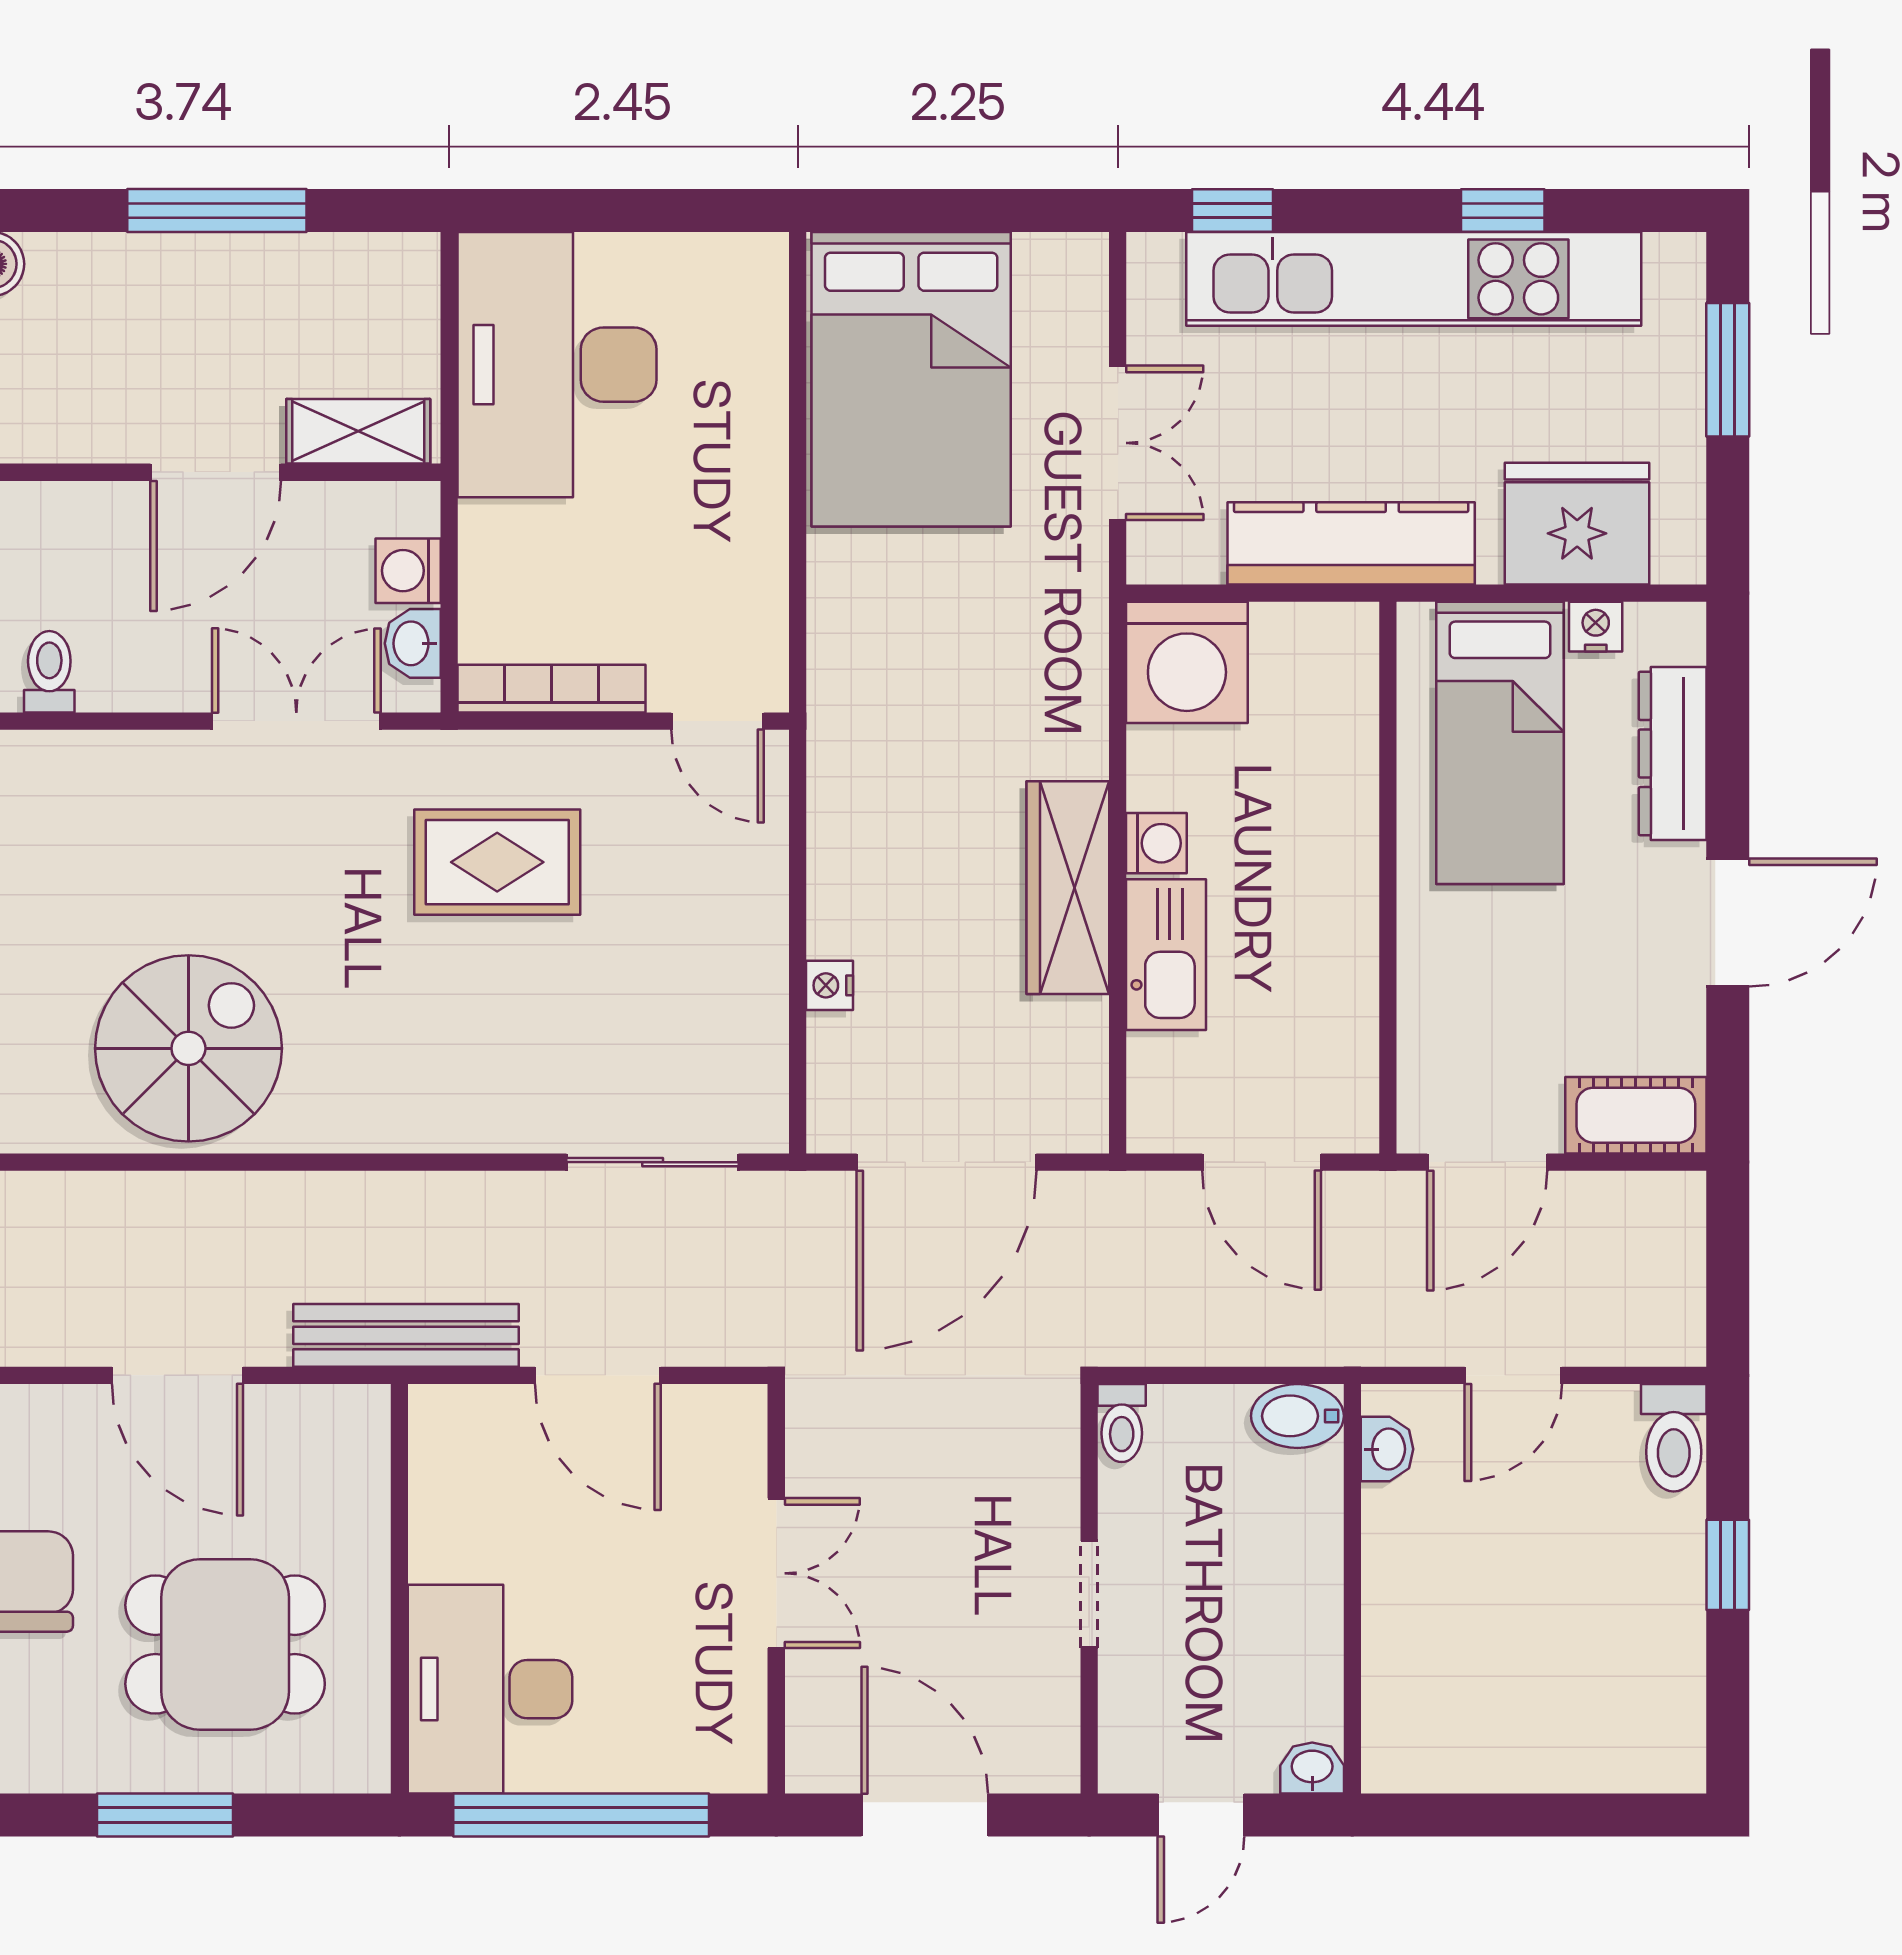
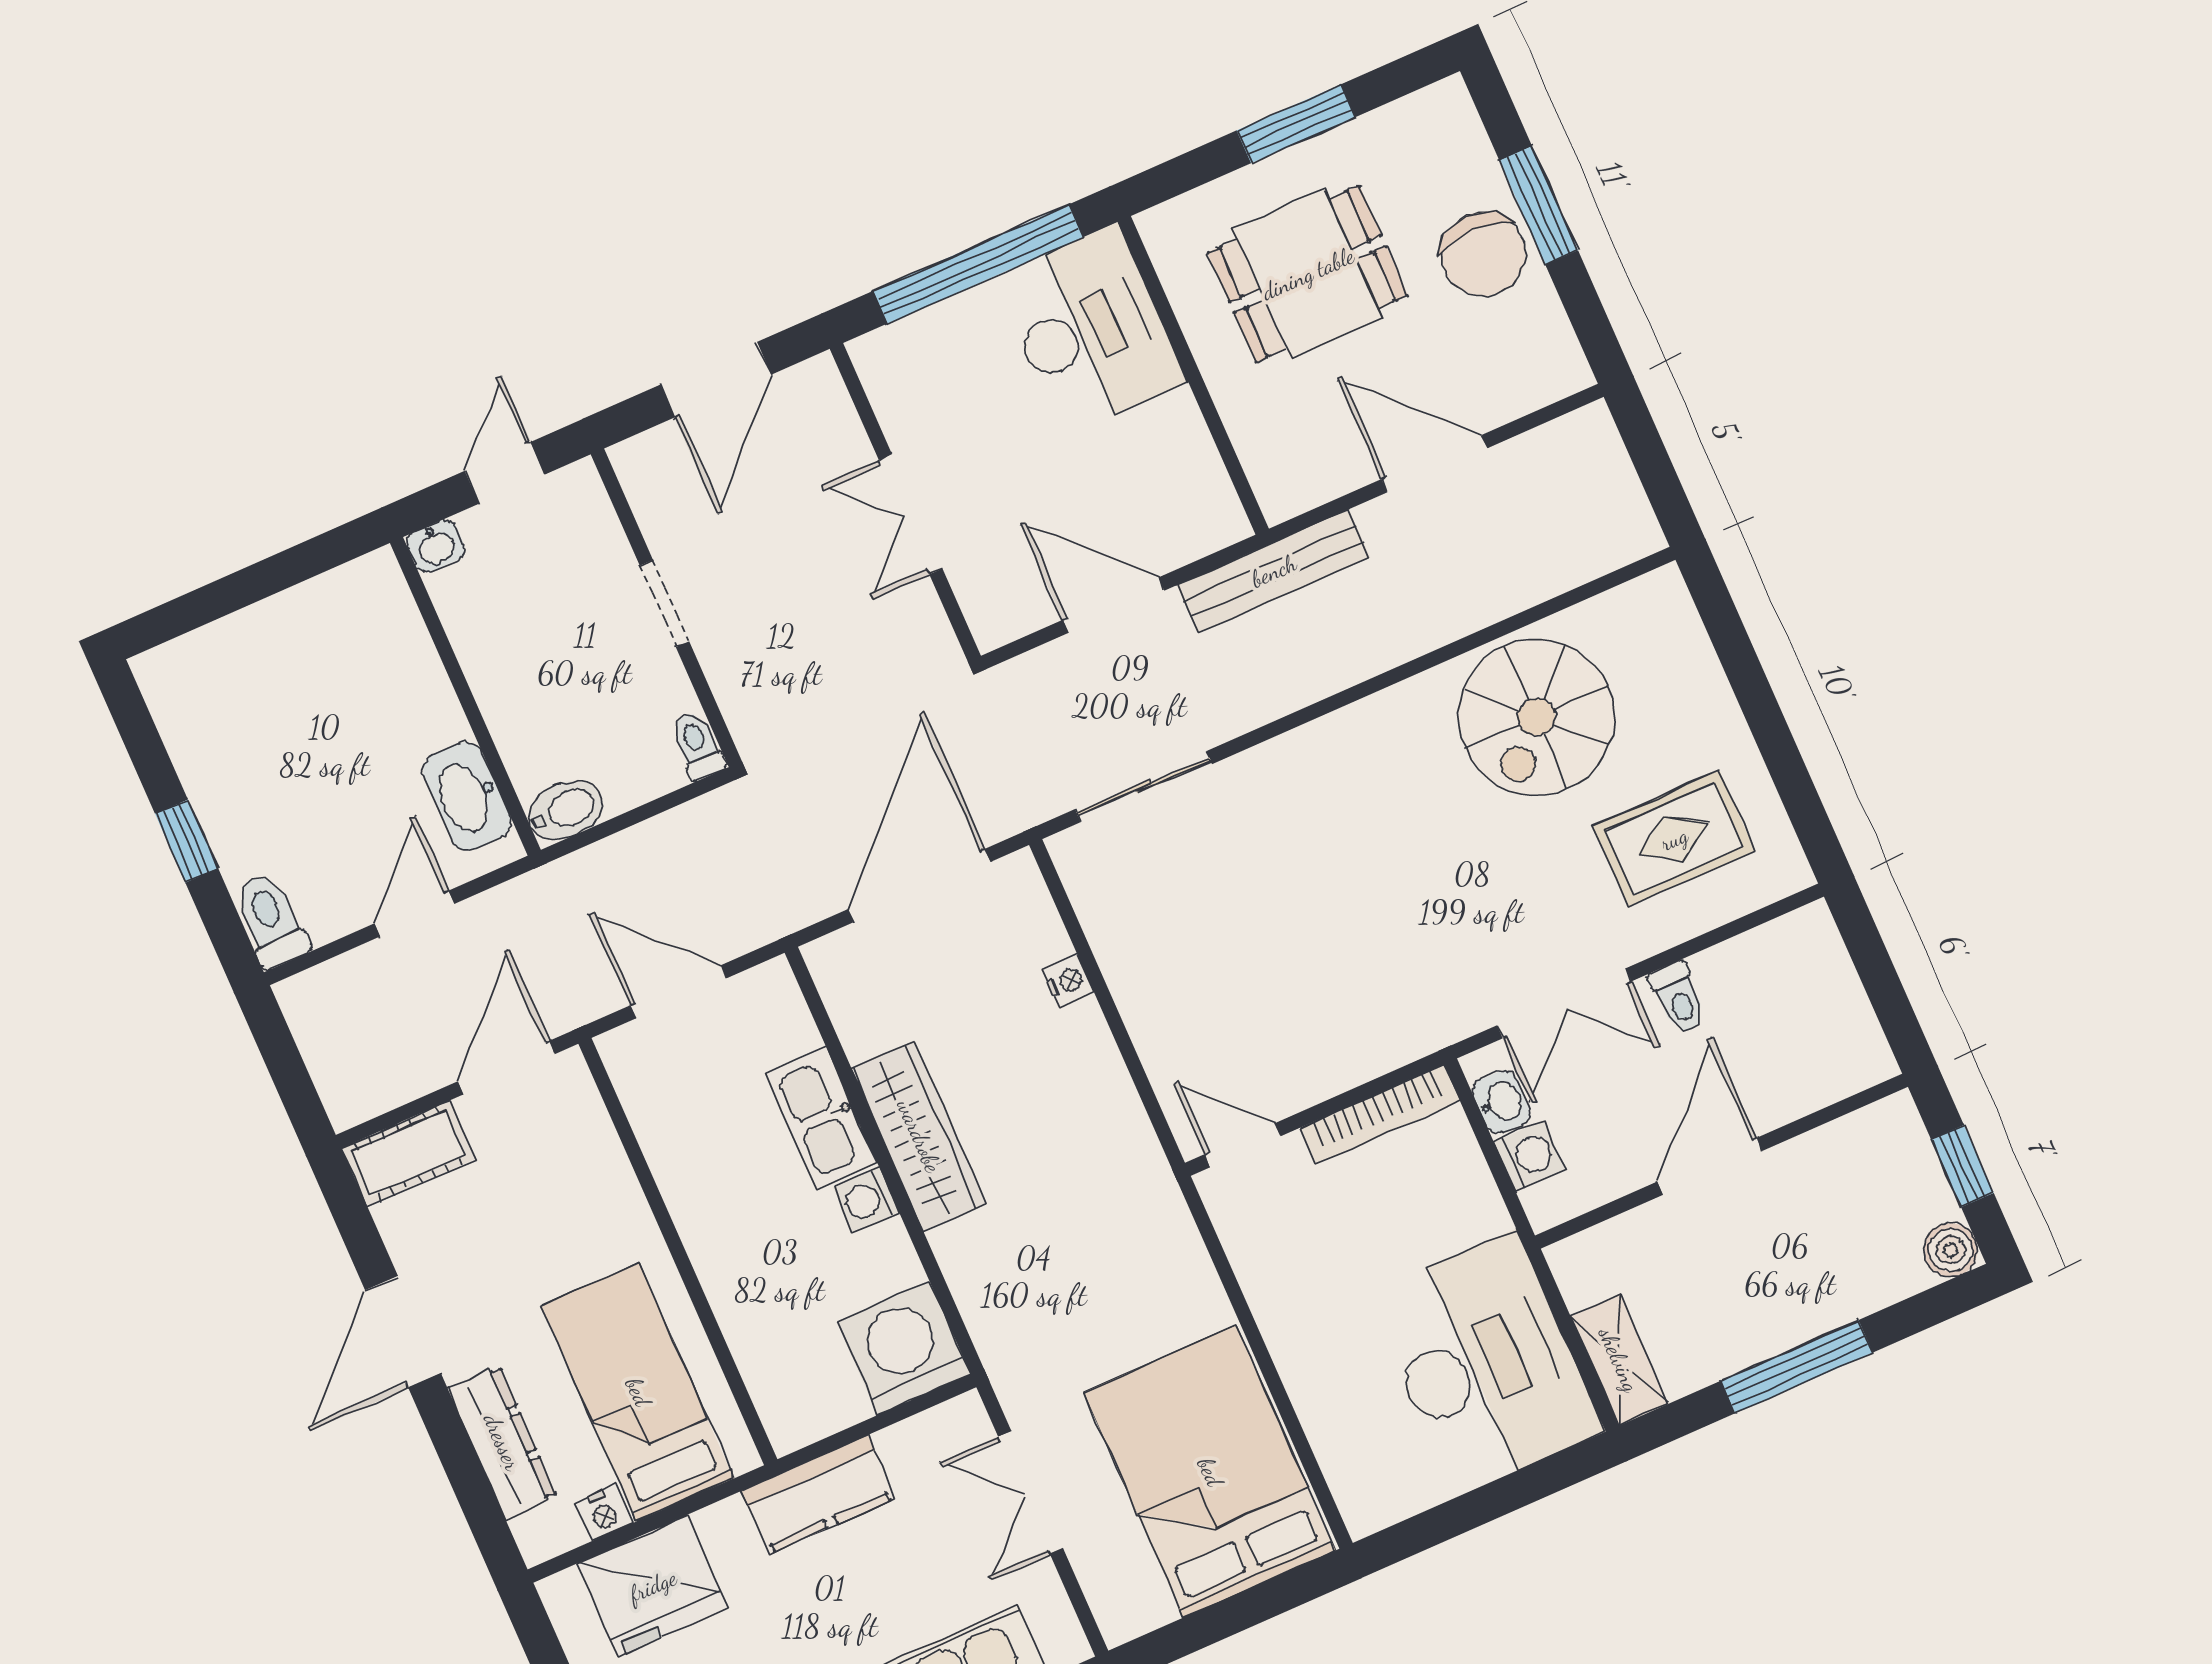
shelving: (358, 431) -> (1619, 1360), moved, turned 90
kitchen counter: (1351, 543) -> (818, 1494), width x0.67
toilet: (49, 672) -> (1678, 998), moved
rug: (497, 862) -> (1674, 839), moved
washbasin: (1387, 1449) -> (467, 796), width x1.91, depth x1.45
door: (925, 1815) -> (716, 380), hinge flipped

